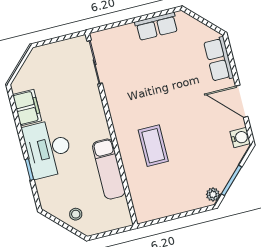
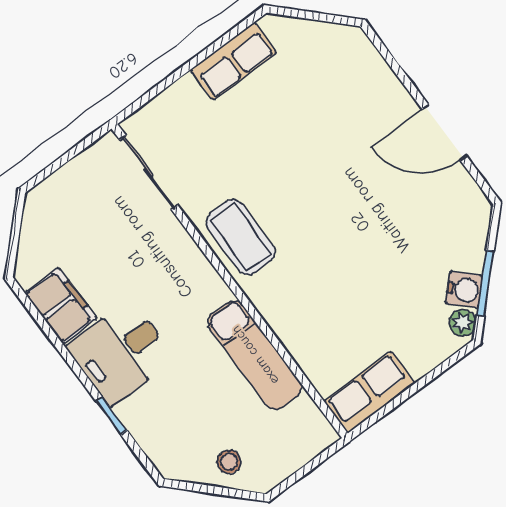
row of seats: (219, 59) -> (370, 392), moved, turned 90
water cooler: (240, 137) -> (464, 290), moved, turned 45
coffee table: (153, 146) -> (241, 237), moved
desk: (48, 149) -> (121, 353), width x0.73

